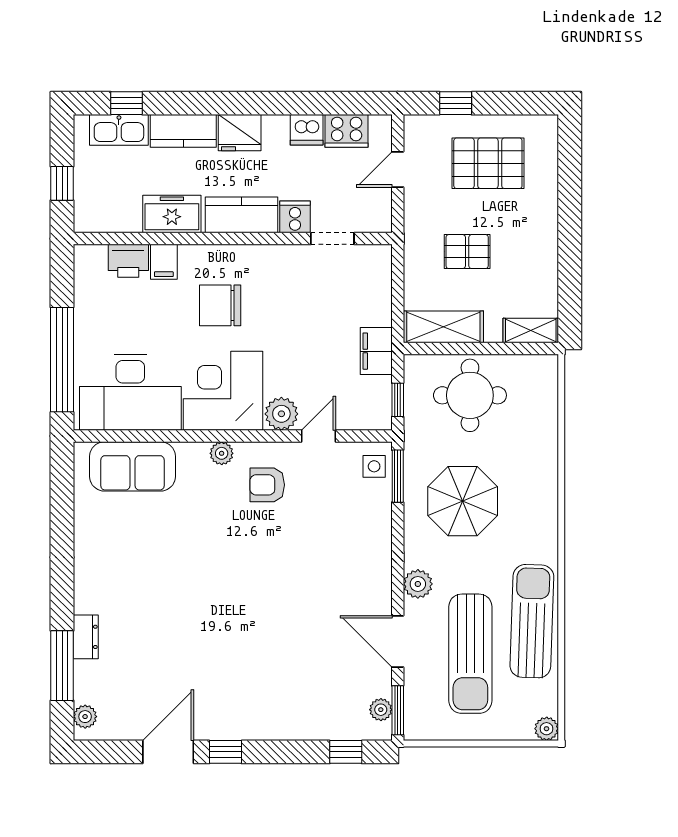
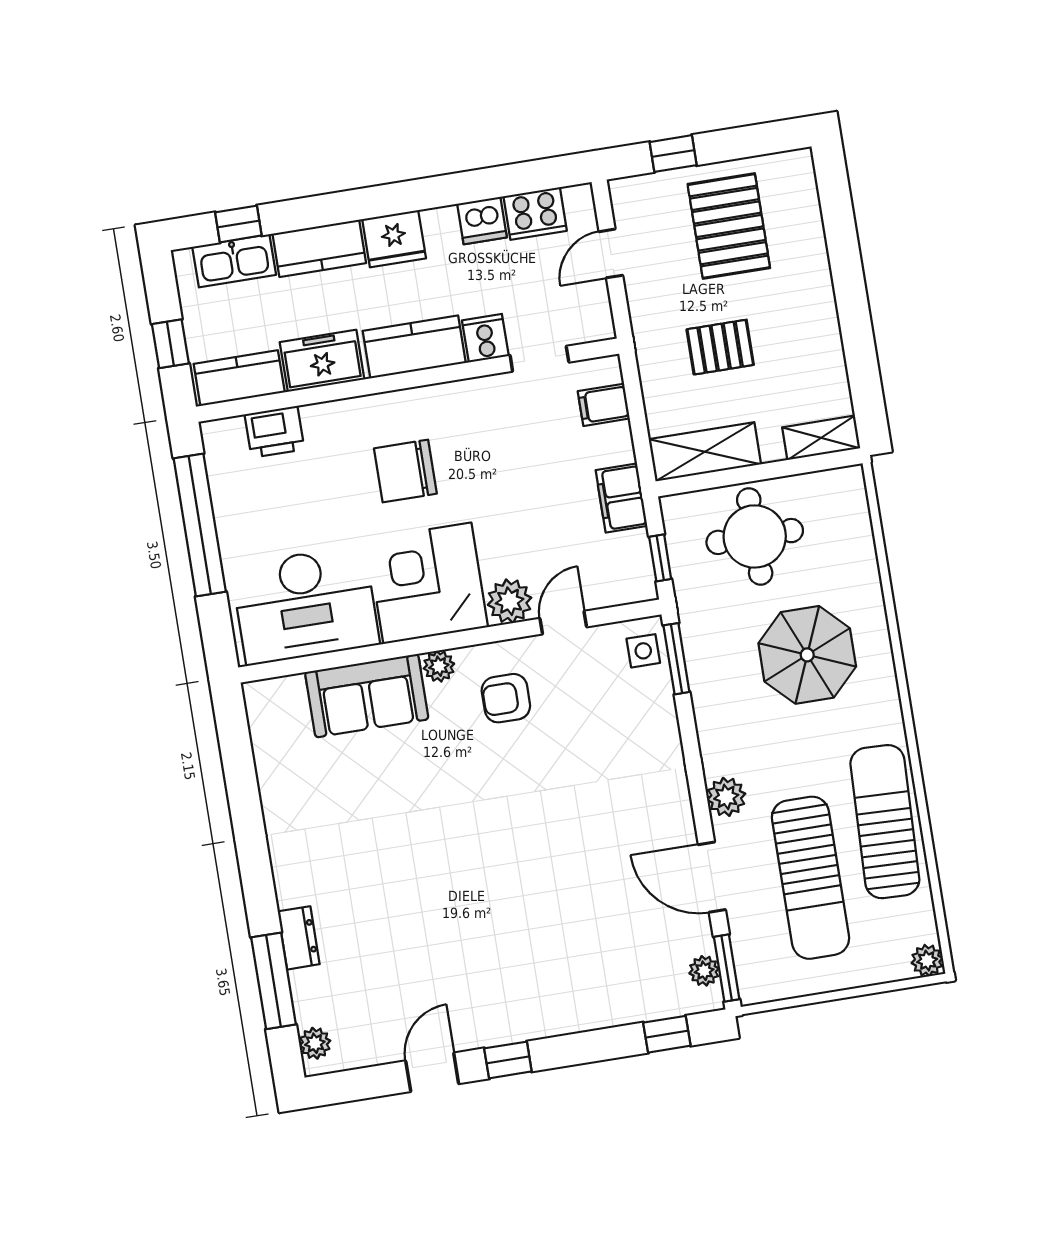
pallet: (488, 163) -> (729, 226), turned 90
kitchen counter: (109, 217) -> (239, 378), added
filing cabinet: (164, 262) -> (604, 405), moved, turned 90
window: (62, 360) -> (200, 525), moved
sofa: (132, 466) -> (367, 696), moved
parasol: (463, 501) -> (807, 655), moved
door: (168, 752) -> (432, 1072), width x0.73

